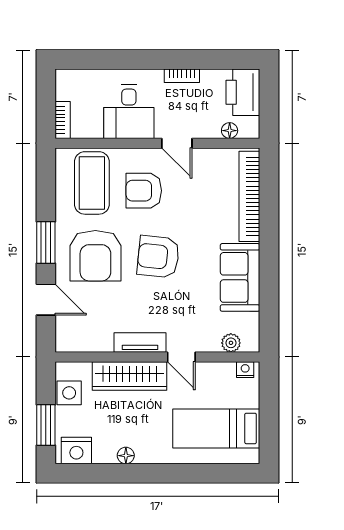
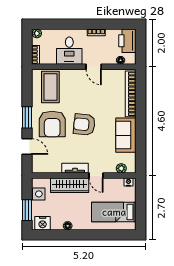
plant: (65, 78) -> (37, 33), added
armchair: (144, 191) -> (77, 91), removed

